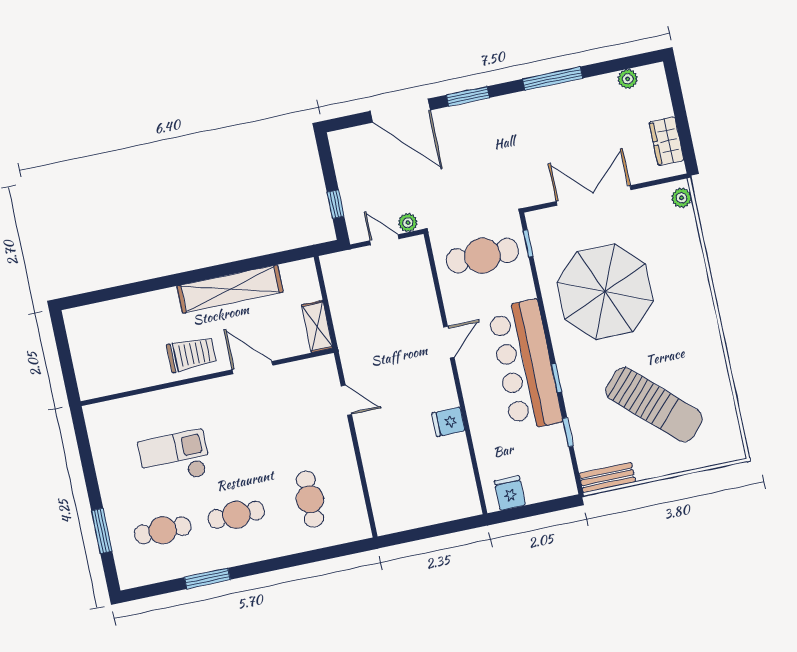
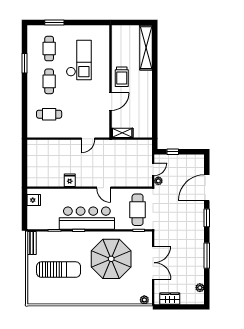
shelving: (230, 289) -> (146, 48), moved
sun lounger: (654, 405) -> (59, 270), turned -133
checkout: (174, 458) -> (79, 60), width x1.36, depth x1.21

